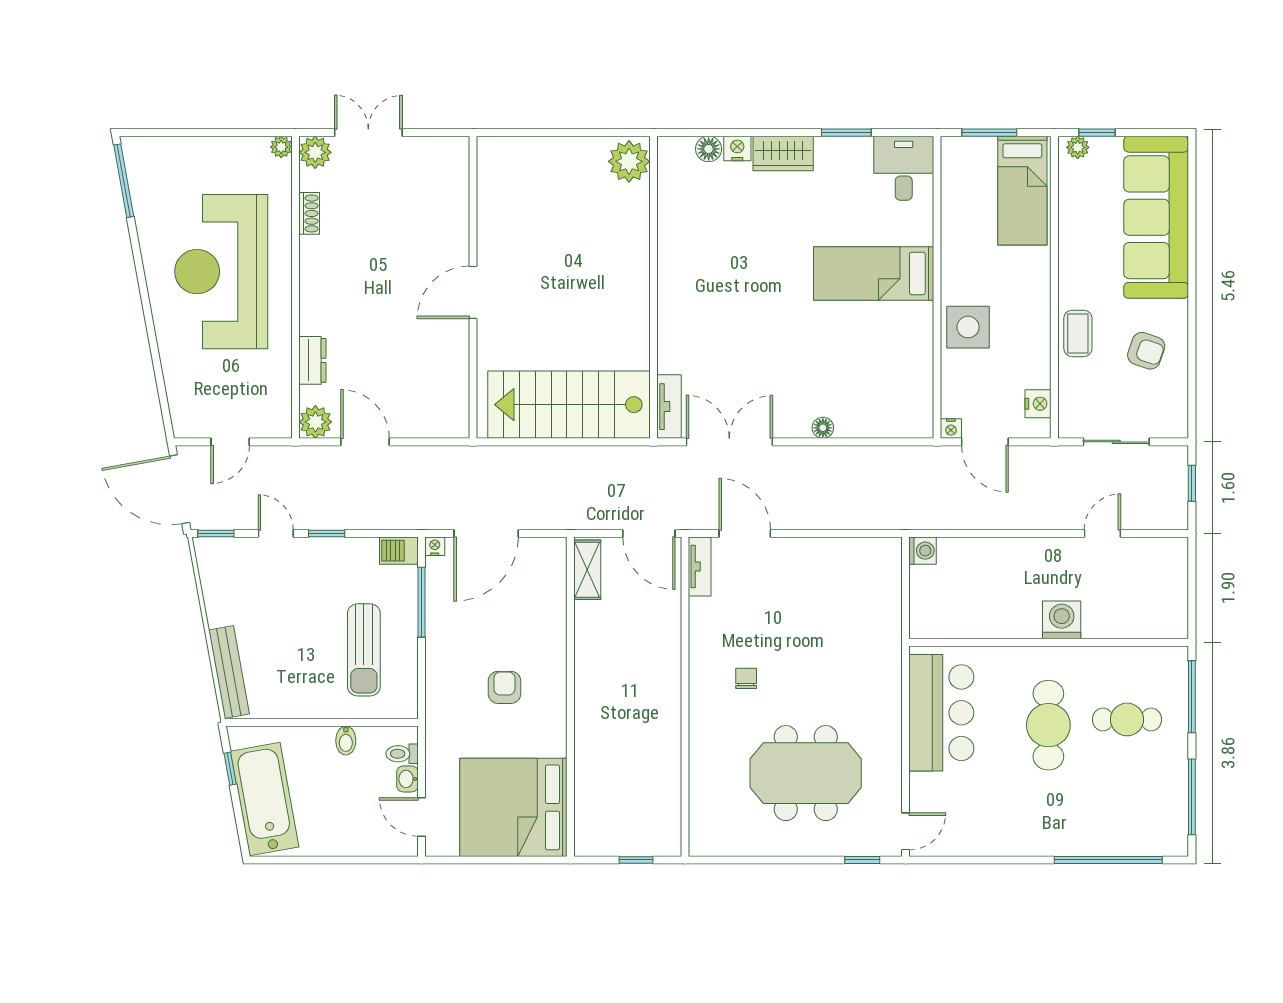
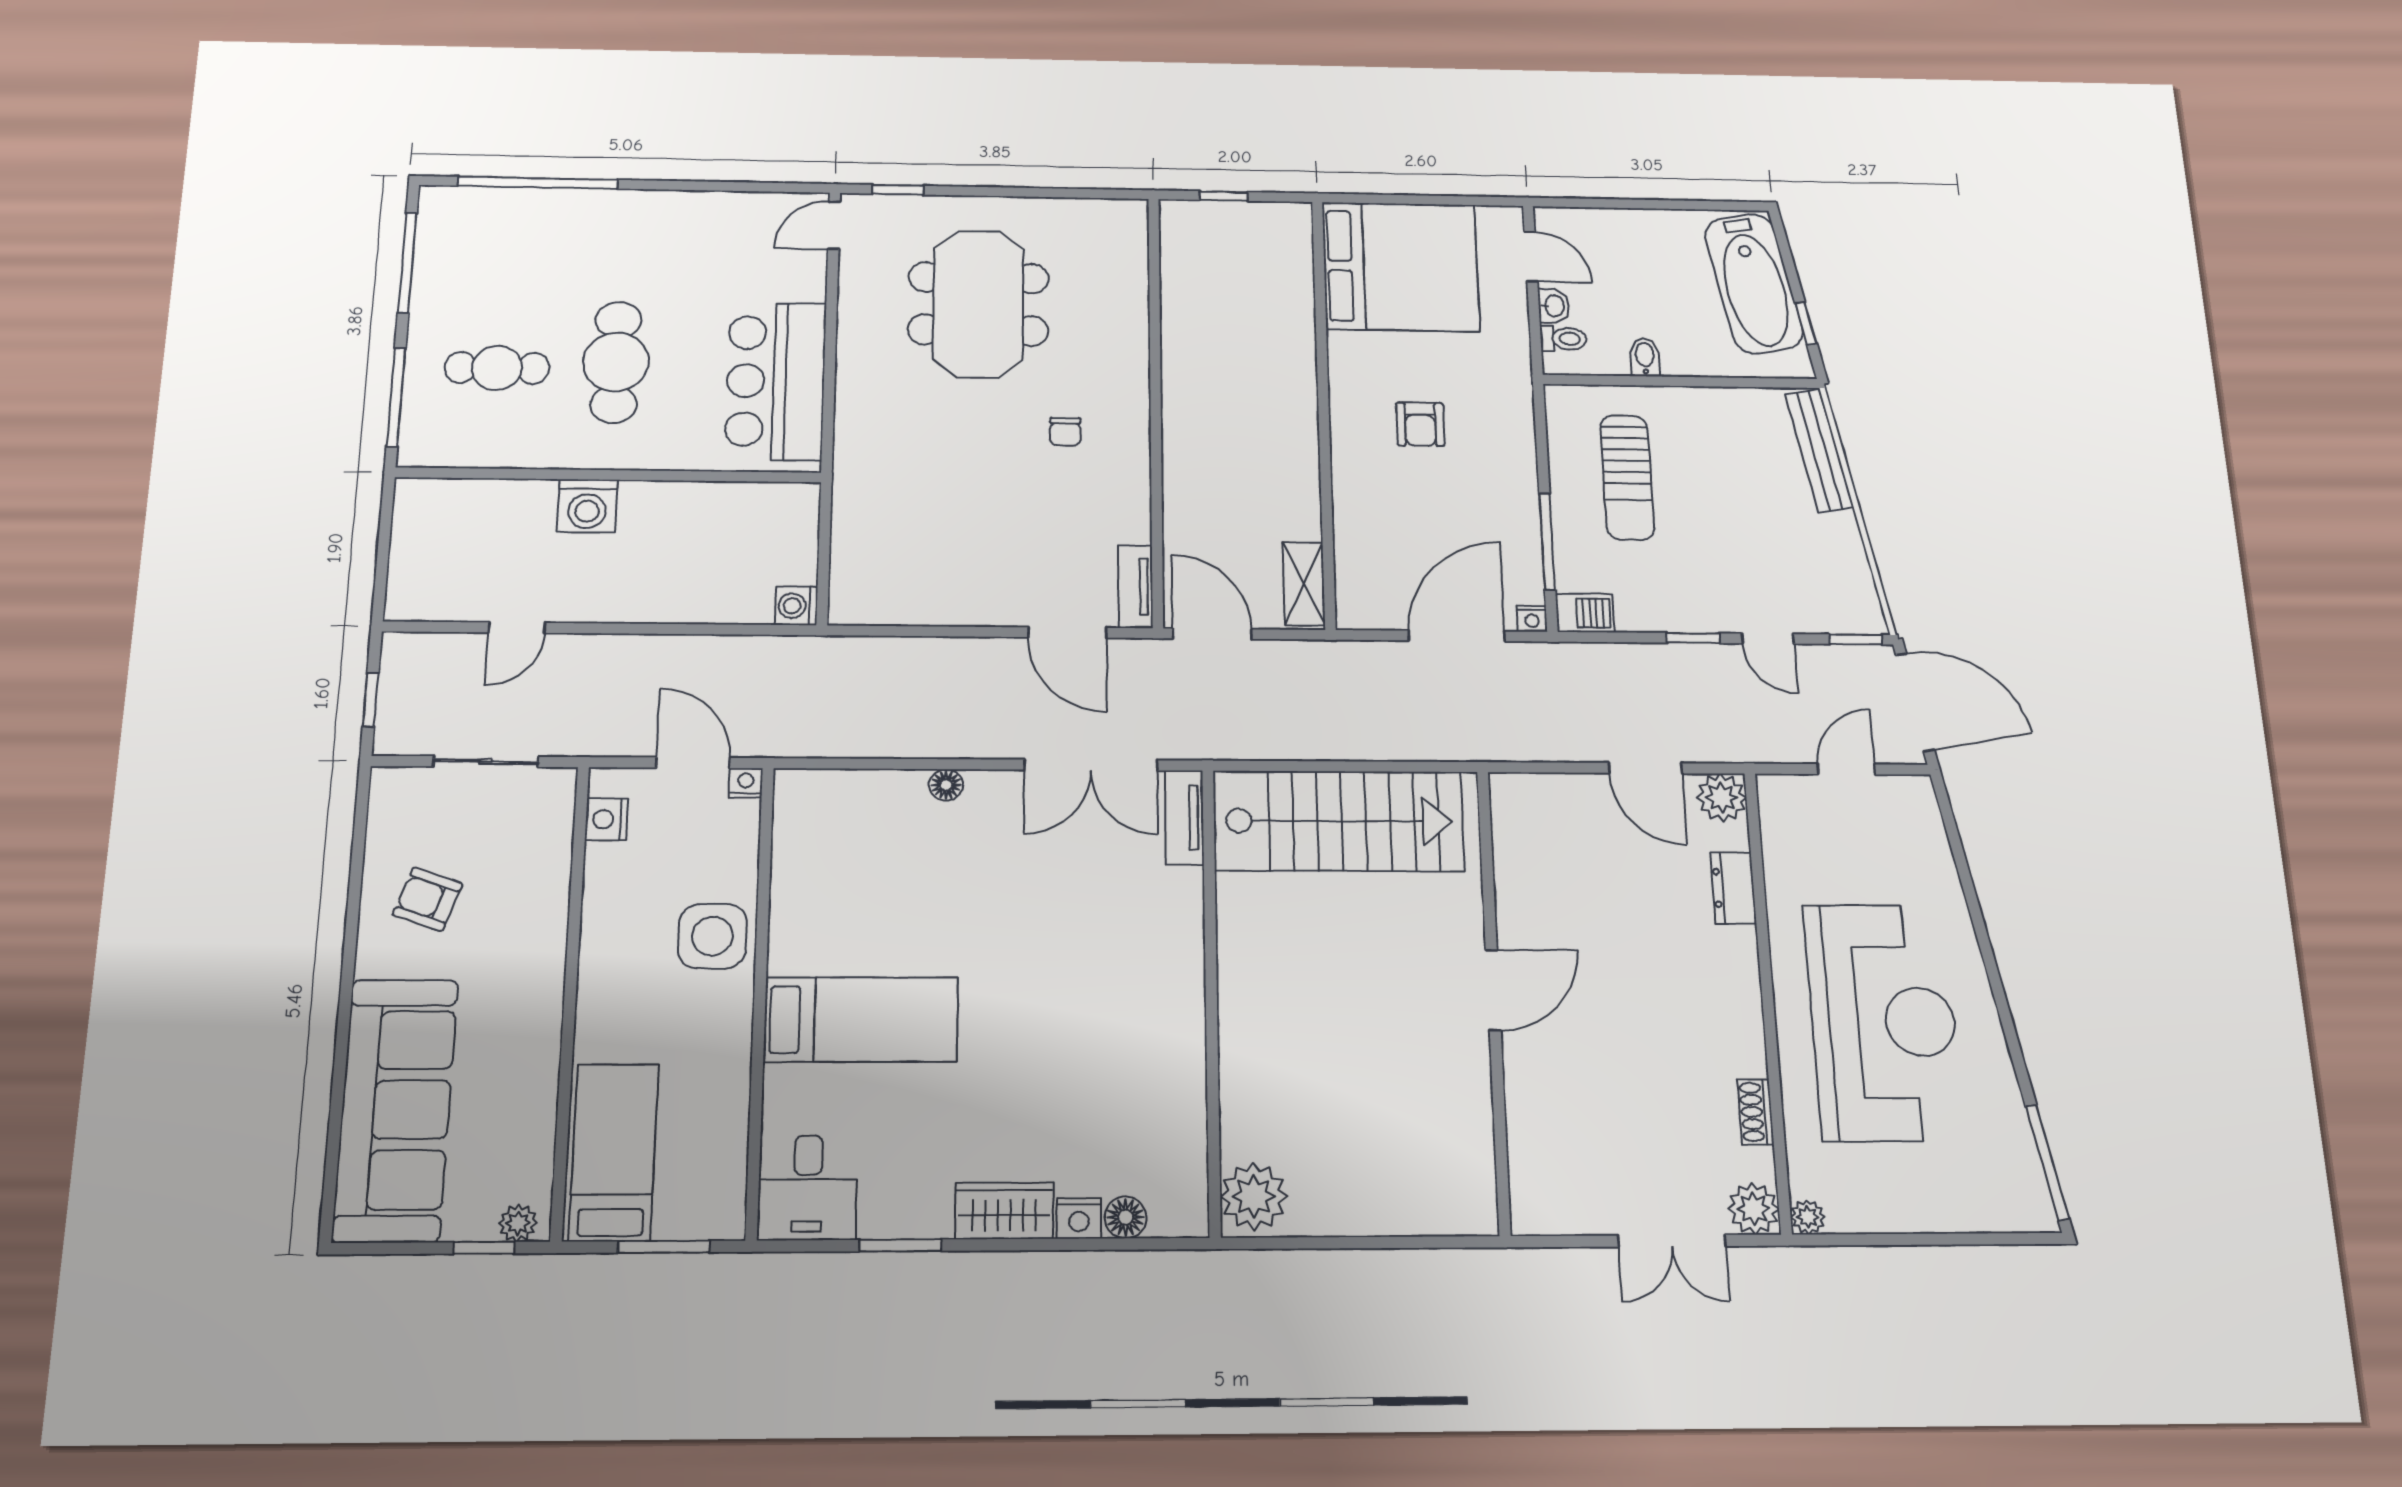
coffee table: (1078, 333) -> (536, 926), removed
sun lounger: (364, 650) -> (1627, 477), turned 180
meeting table: (806, 773) -> (978, 304), turned 90

